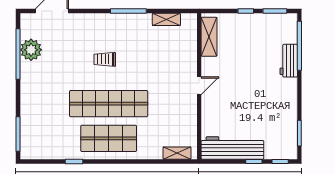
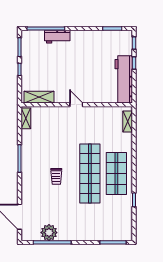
shelving: (166, 19) -> (26, 118), moved

